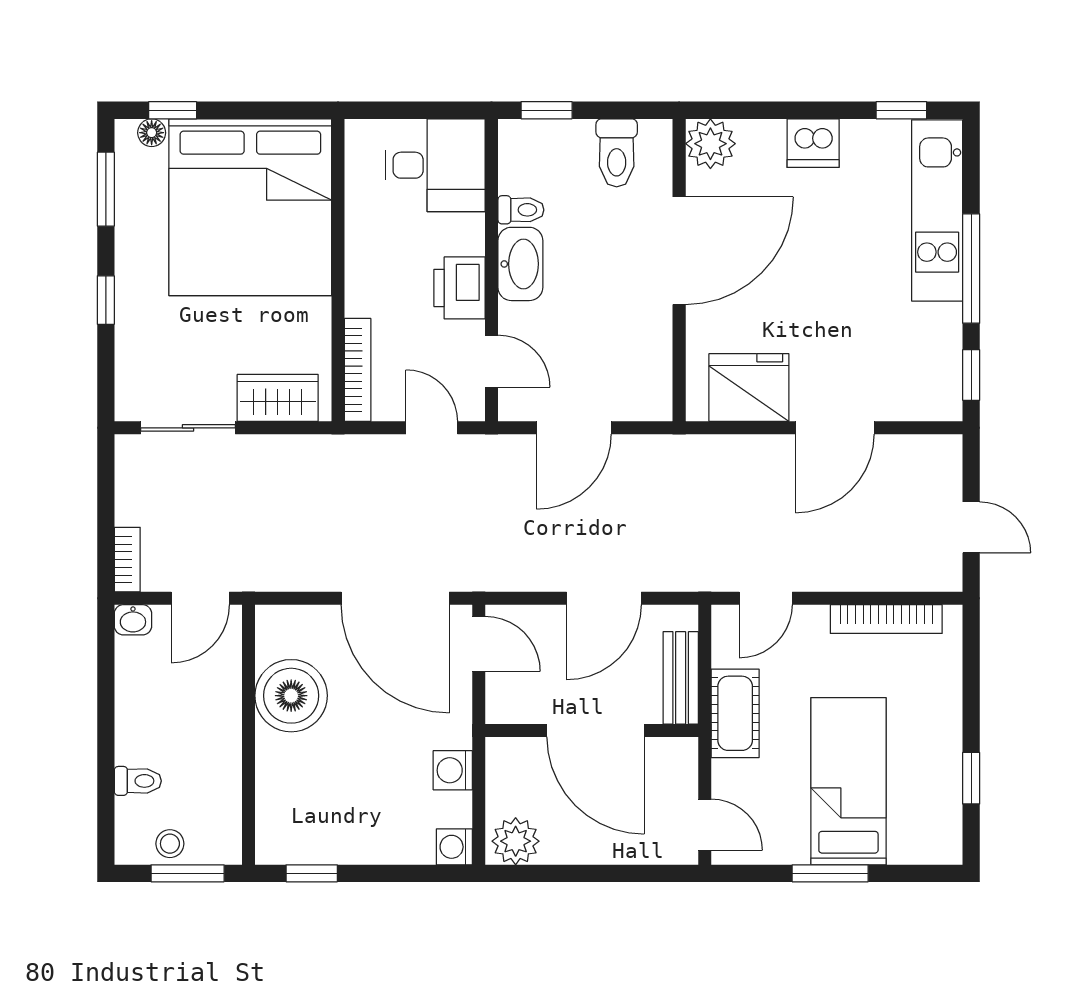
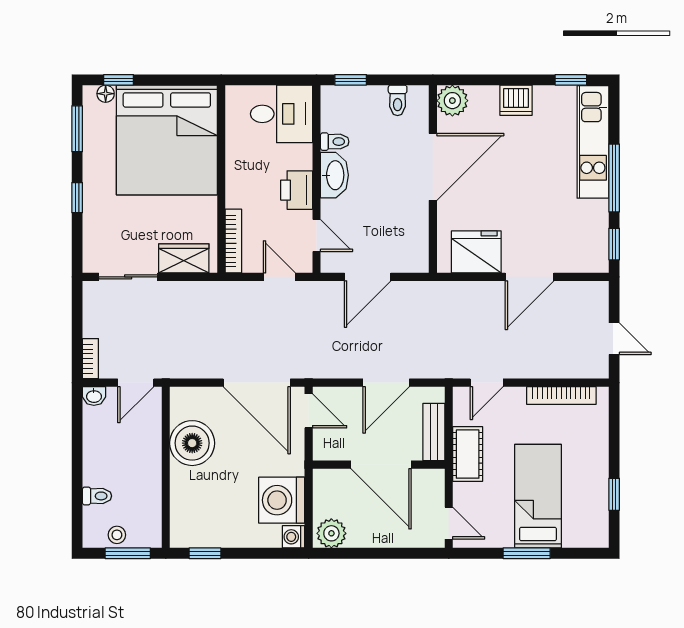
toilet: (617, 153) -> (398, 100), width x0.73, depth x0.72
washing machine: (453, 770) -> (282, 500), width x1.89, depth x1.89

